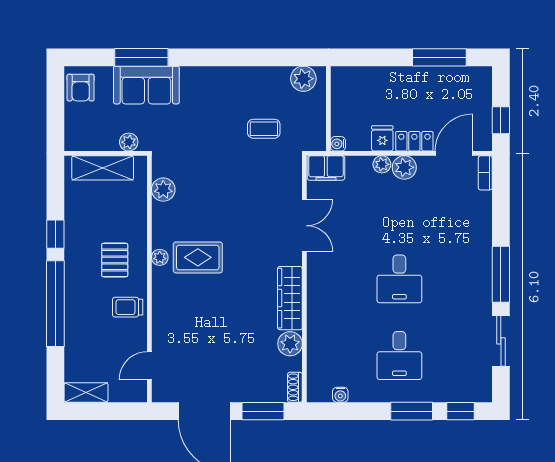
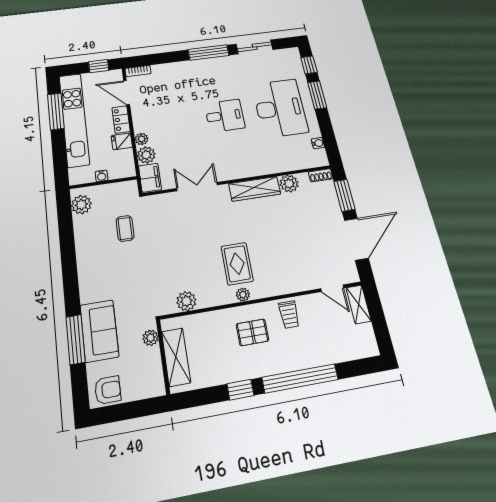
kitchen unit: (424, 80) -> (74, 119), added
water cooler: (338, 144) -> (102, 176), moved
plant: (404, 167) -> (146, 155), moved
desk: (399, 356) -> (280, 108), width x1.87, depth x1.30
shelving: (86, 393) -> (359, 304), moved

